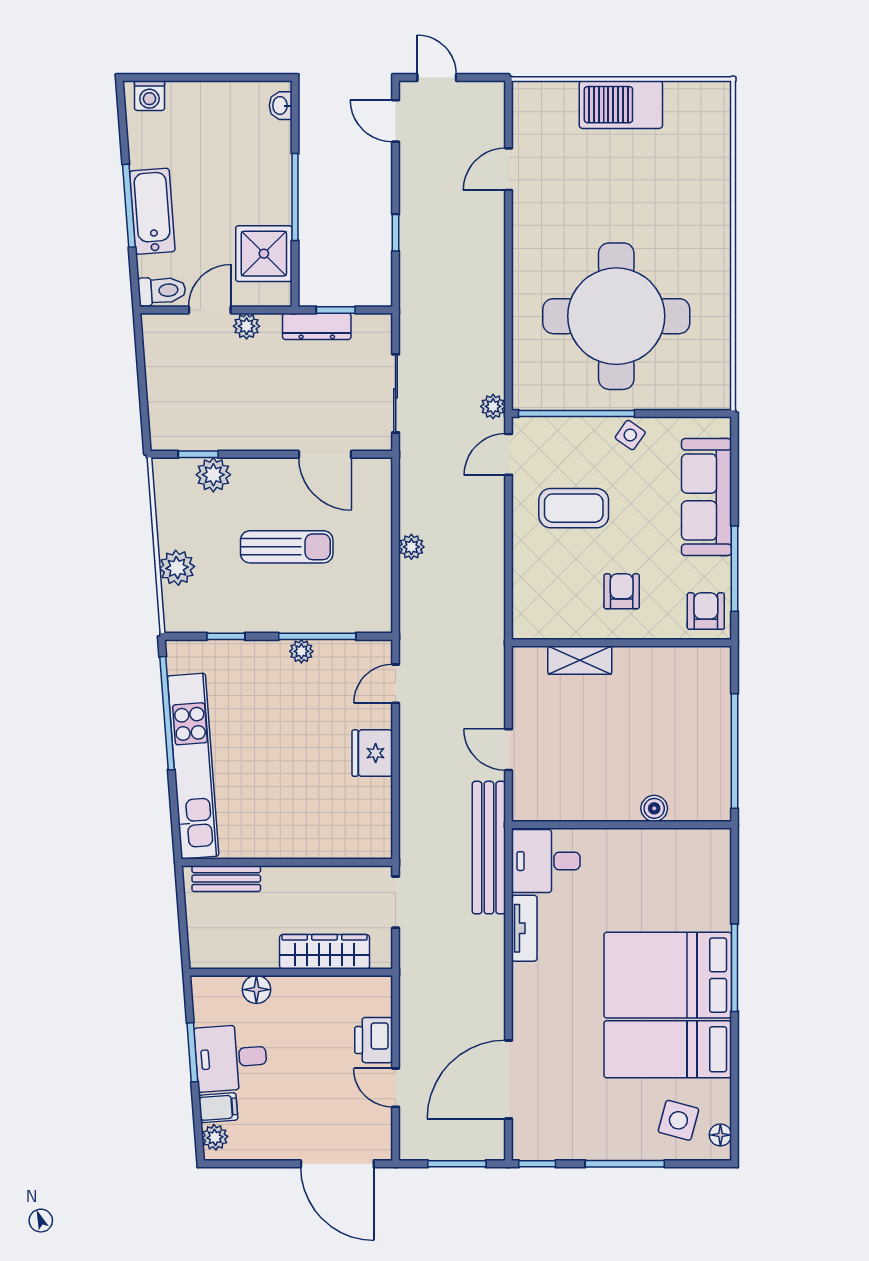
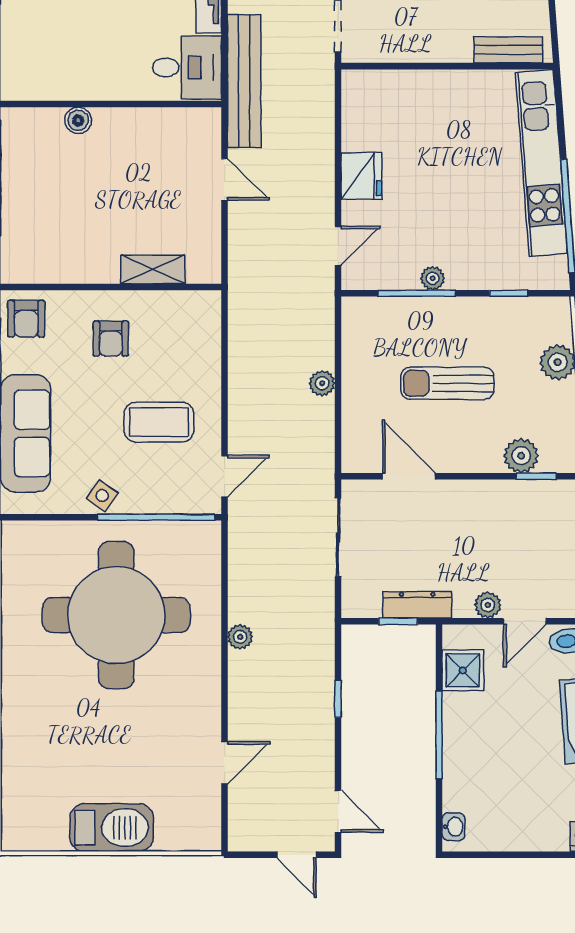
shower: (264, 254) -> (463, 670), width x0.73, depth x0.73
plant: (493, 406) -> (240, 637), moved

